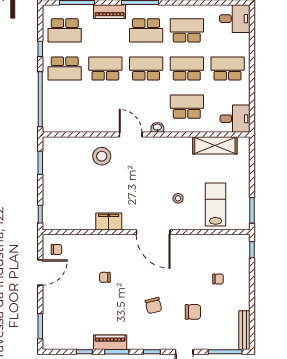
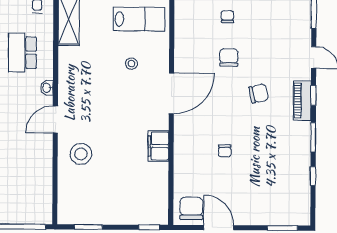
lab bench: (216, 204) -> (139, 19), turned 180
chair: (56, 249) -> (191, 208), width x1.87, depth x1.87
chair: (193, 312) -> (229, 57), moved
piano: (110, 342) -> (302, 100), moved

